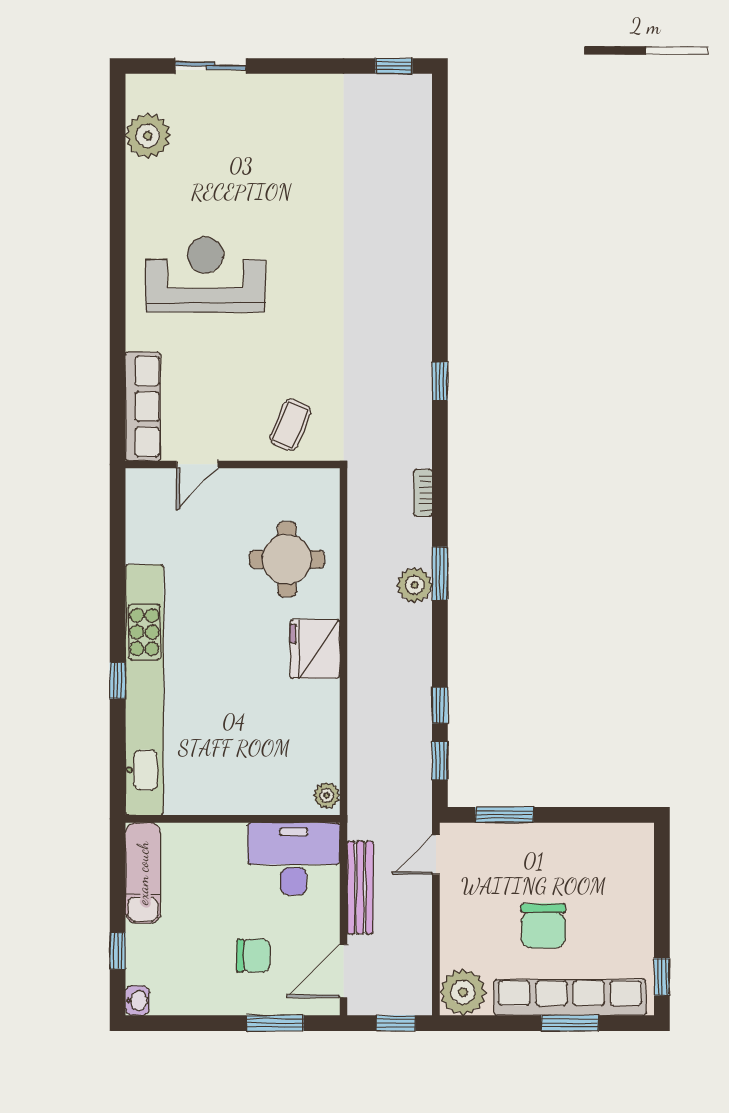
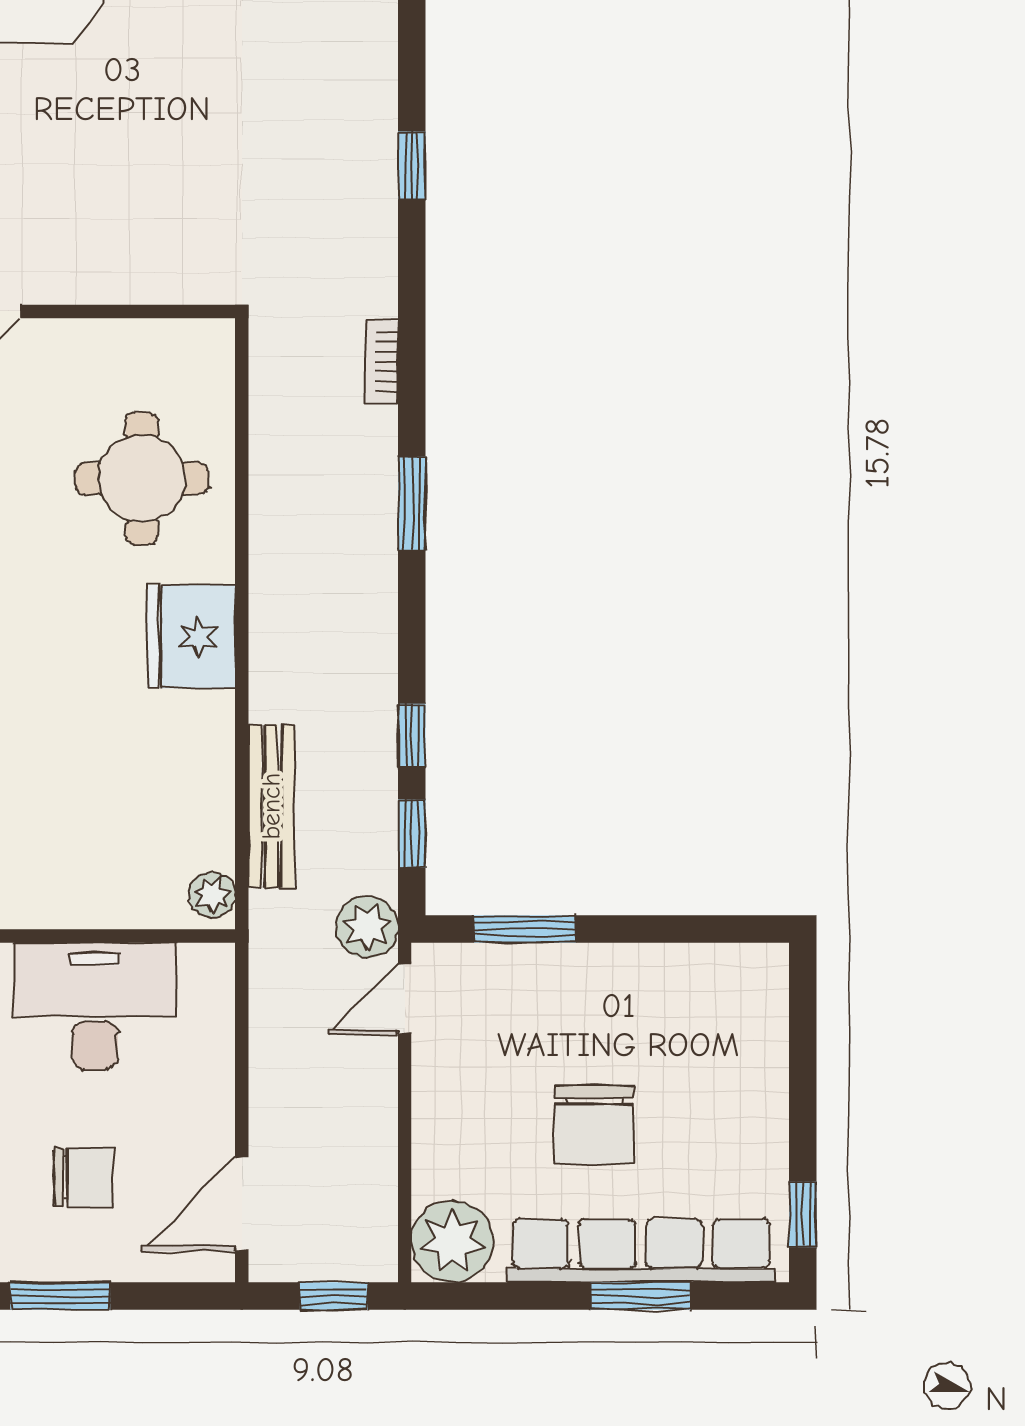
coffee table: (290, 425) -> (148, 241), removed
plant: (415, 585) -> (367, 927), moved
desk: (294, 859) -> (95, 1006), moved
bench: (360, 888) -> (271, 806), moved
window: (275, 1023) -> (60, 1296), moved

